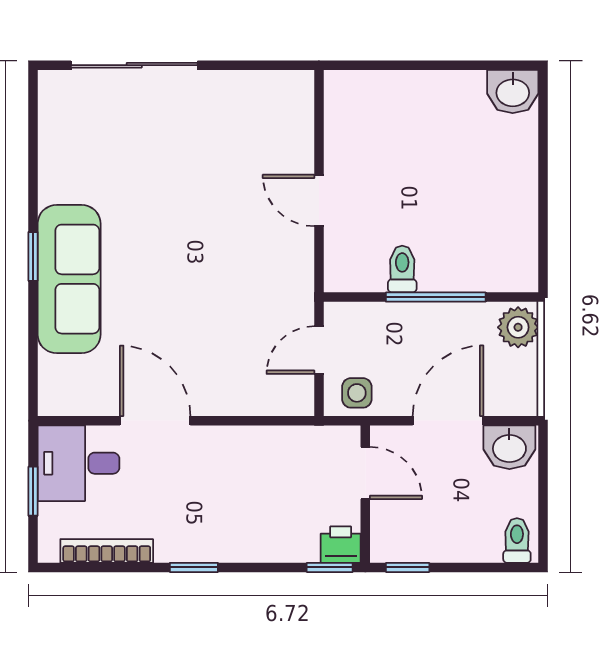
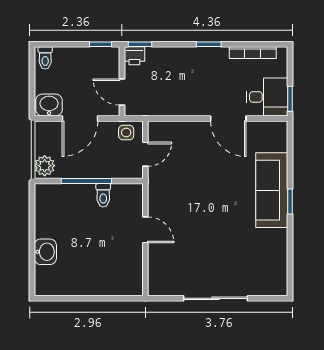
sliding door: (134, 65) -> (216, 298), moved
washbasin: (513, 92) -> (45, 252), moved, turned 90
window: (33, 491) -> (290, 99), moved

